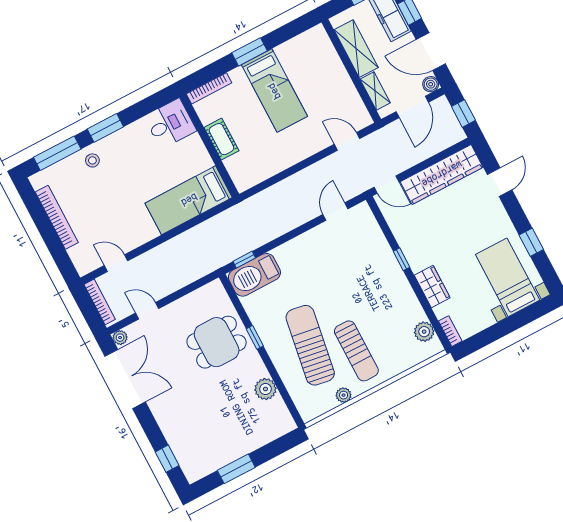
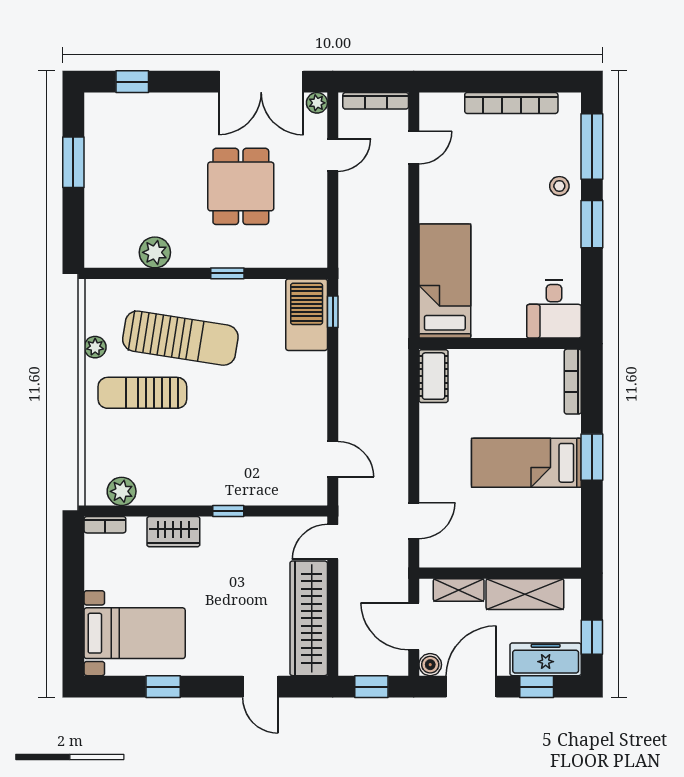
cot: (221, 139) -> (434, 376), moved, turned 90
dining table: (217, 342) -> (241, 186), moved

